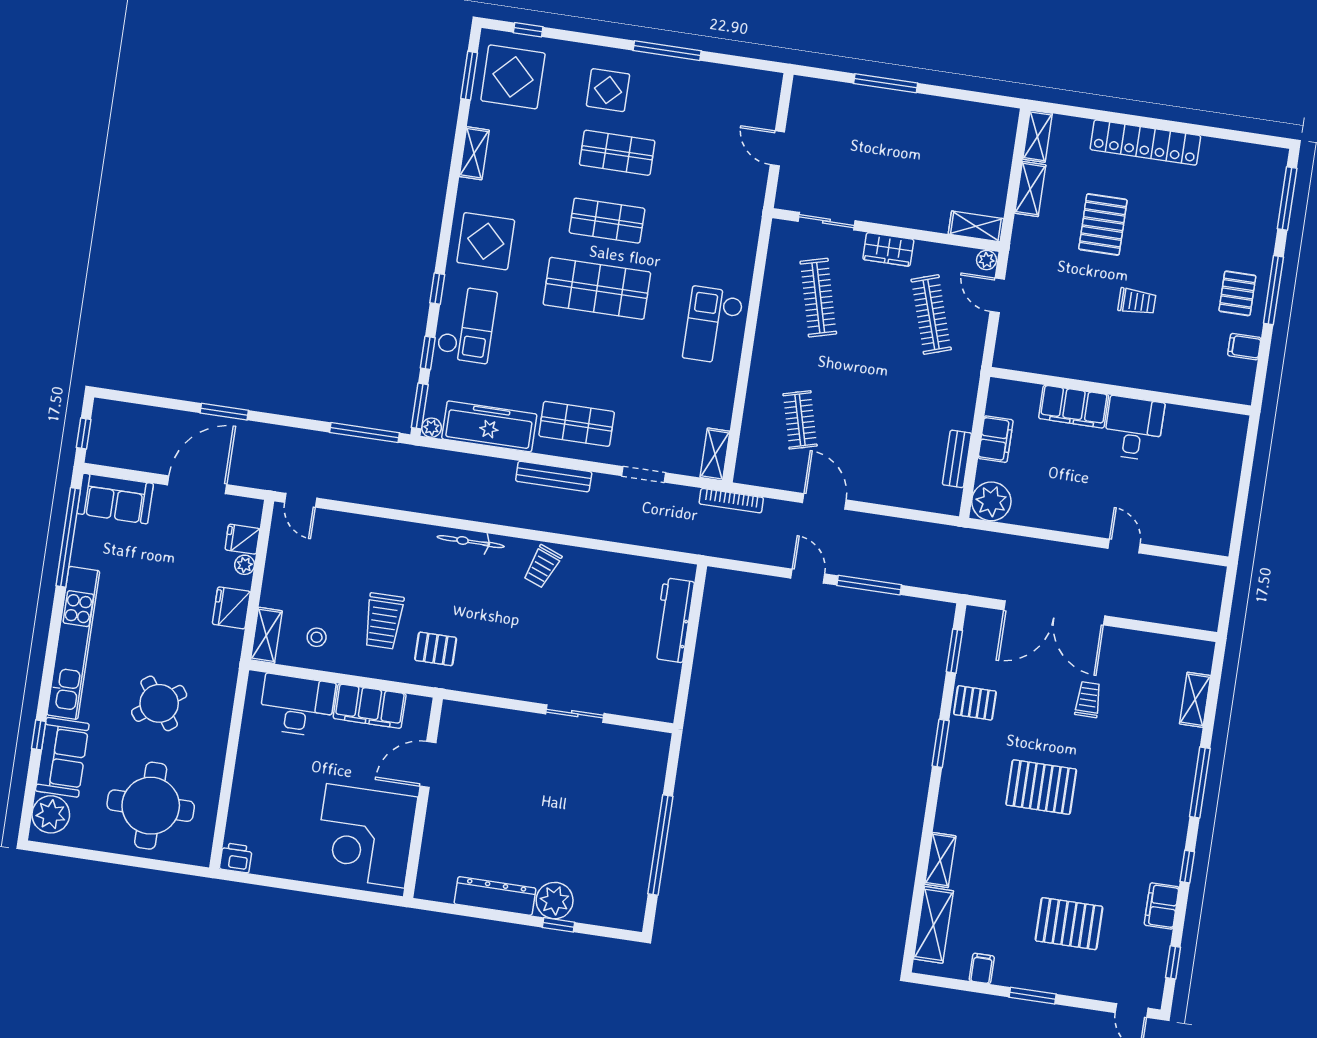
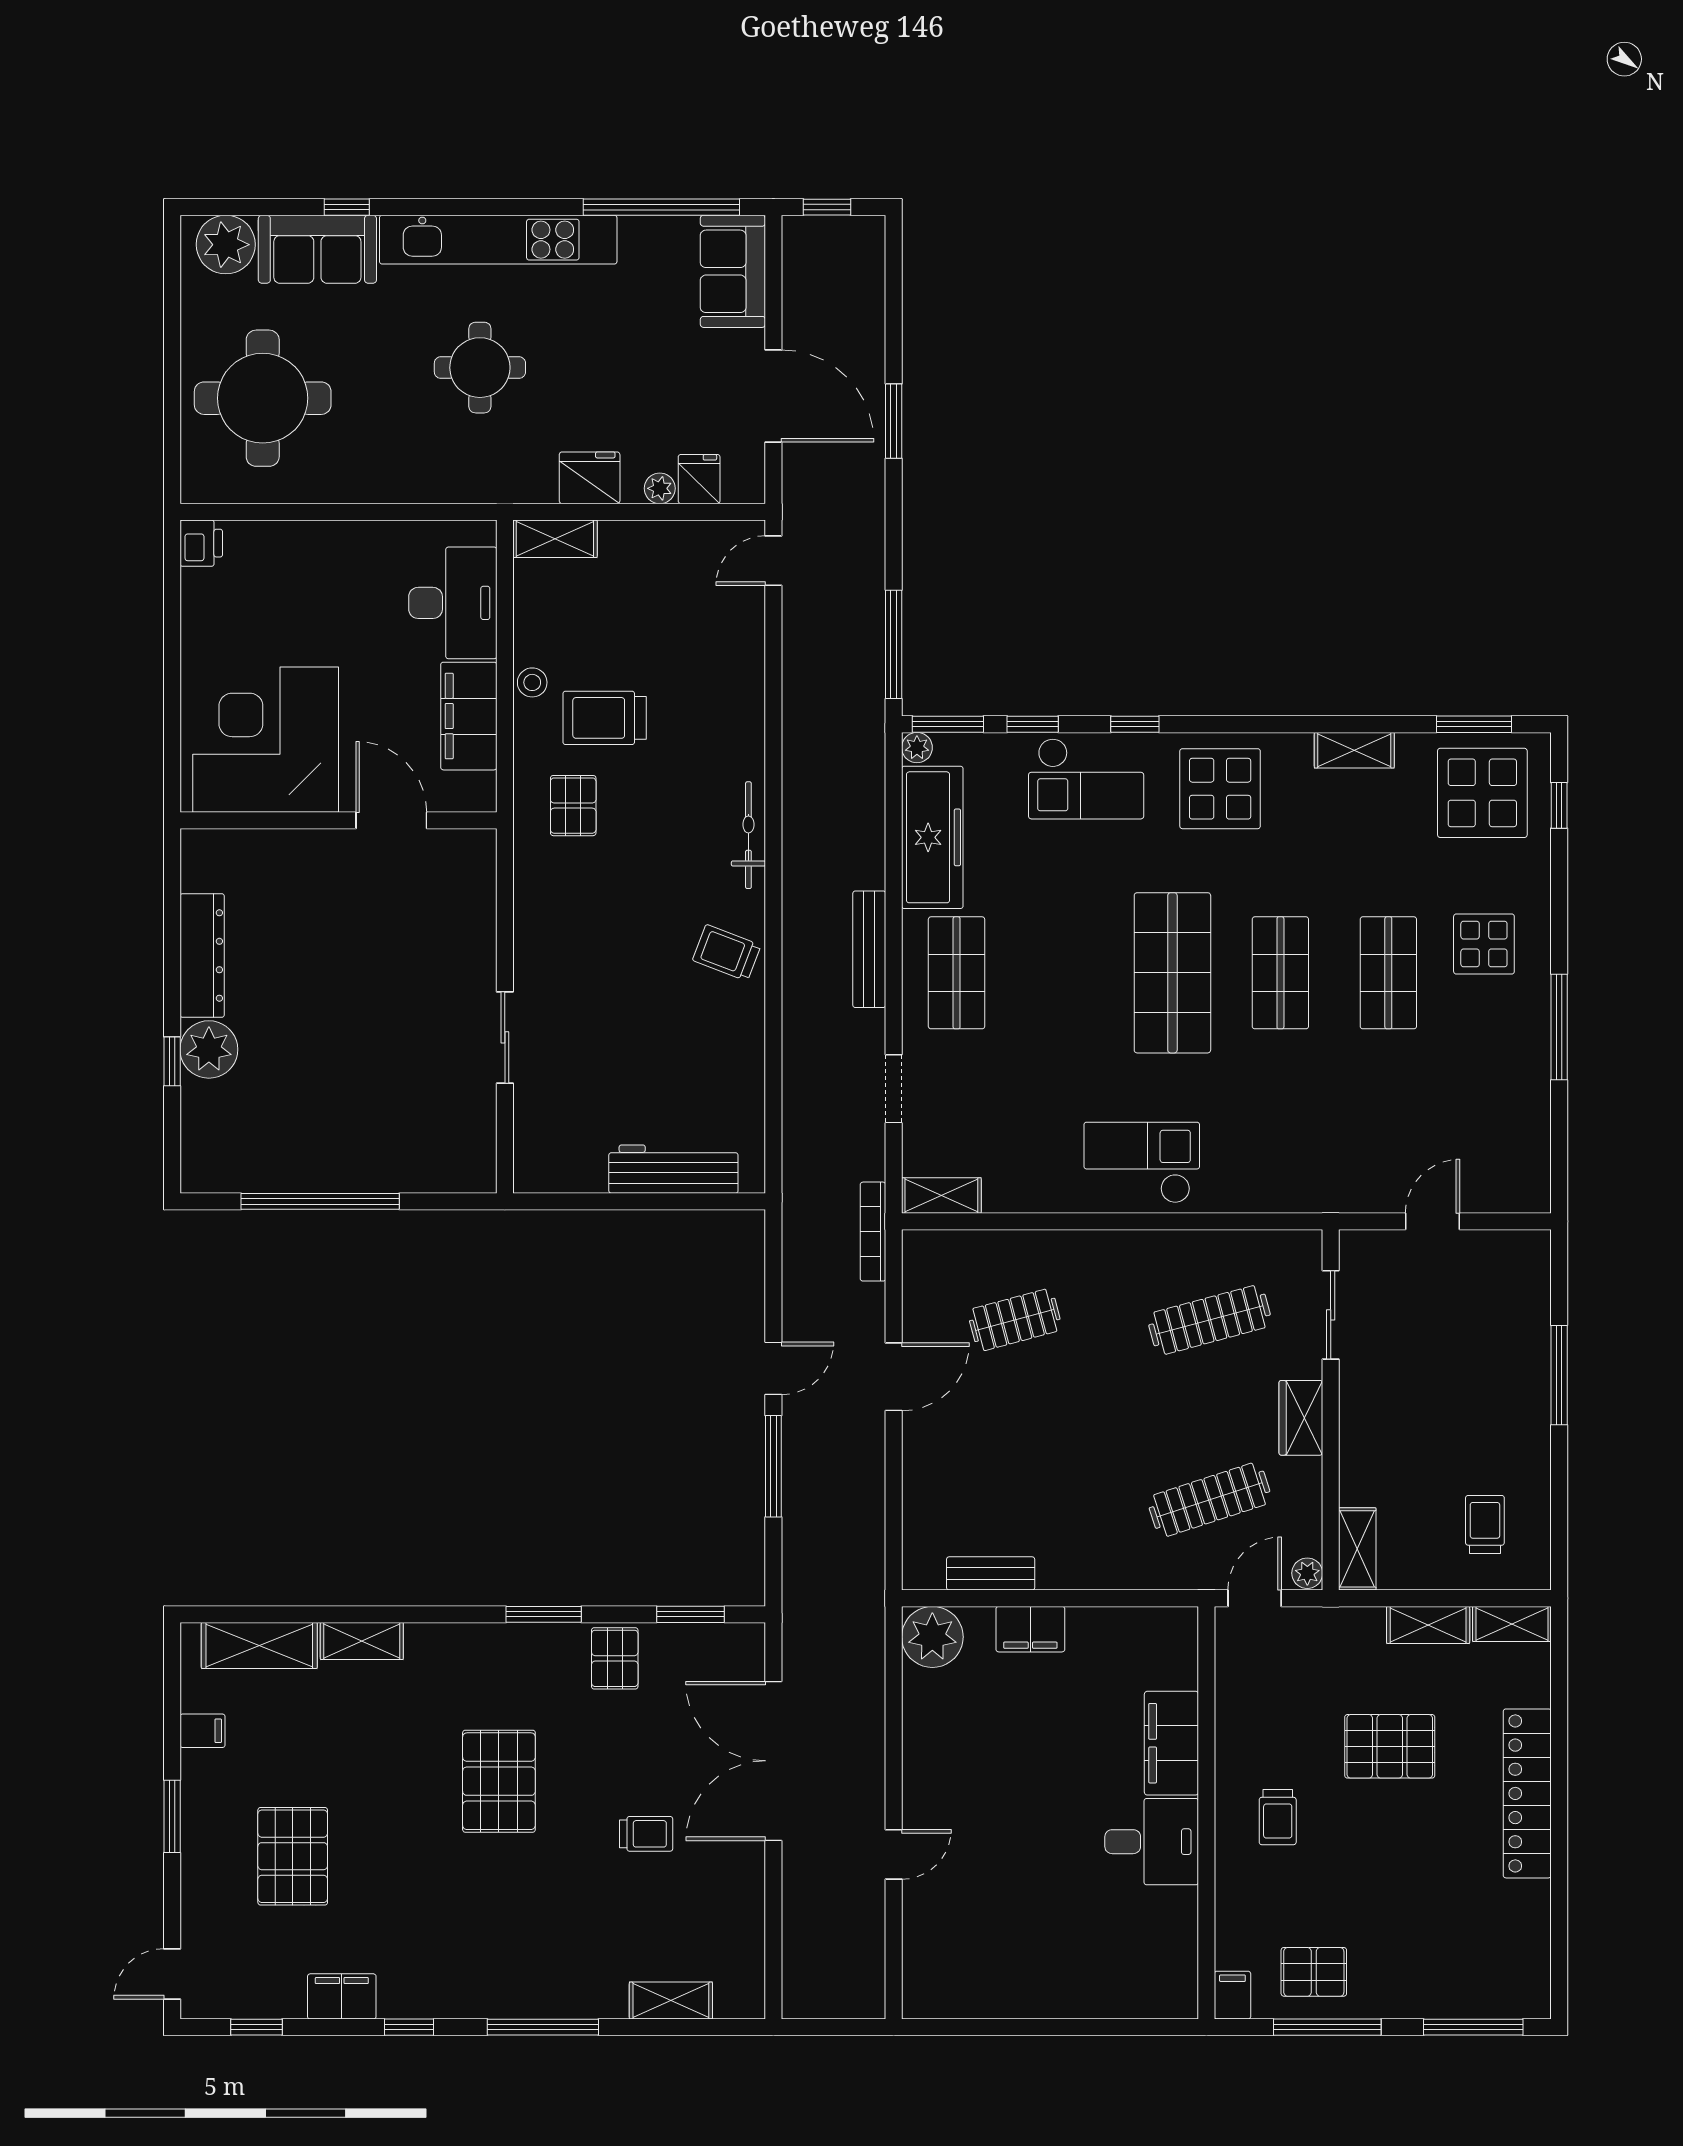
trolley: (973, 144) -> (1485, 1524), added
wall: (1121, 391) -> (1206, 1813), moved
filing cabinet: (1074, 407) -> (1171, 1743), moved
desk: (1134, 428) -> (1152, 1842), moved
stool: (317, 637) -> (532, 682), moved
round table: (159, 703) -> (480, 368), moved, turned 36

